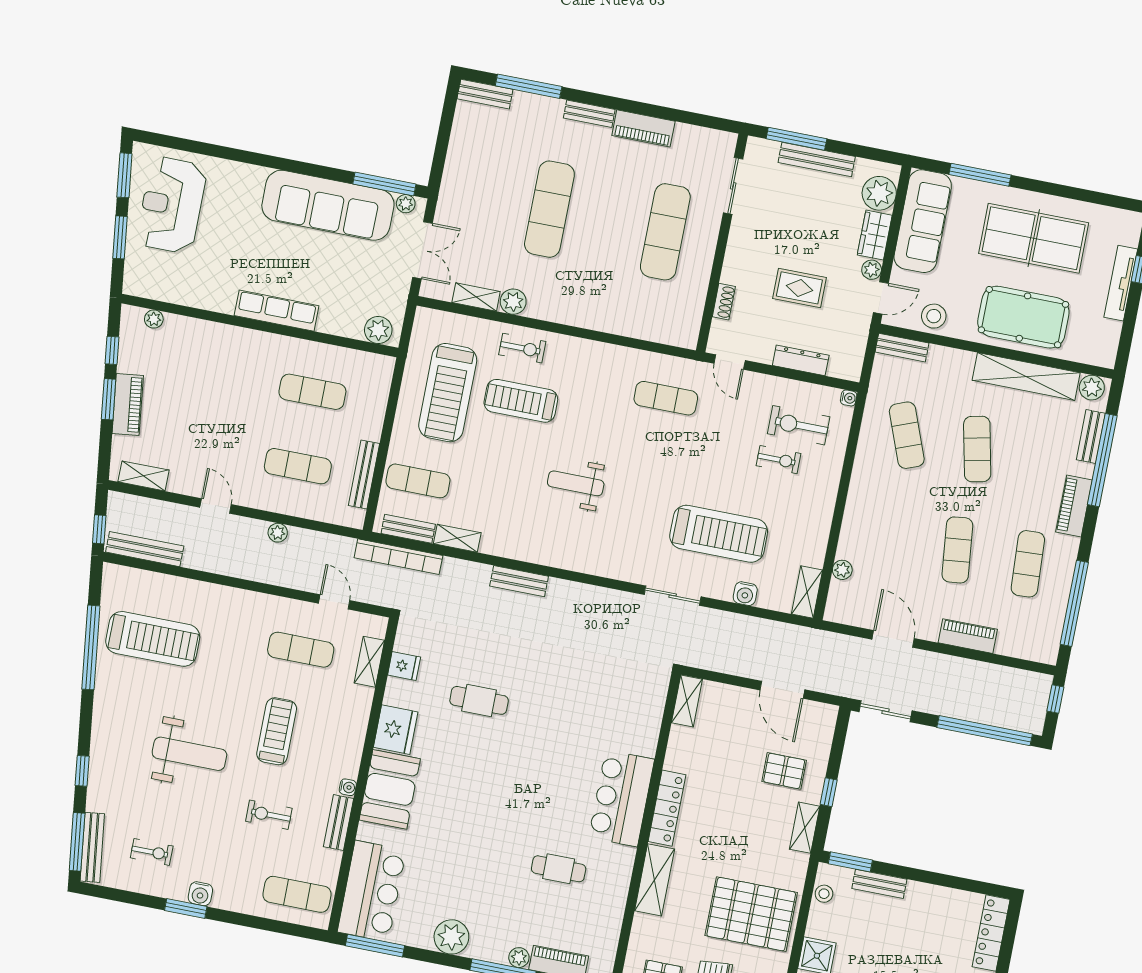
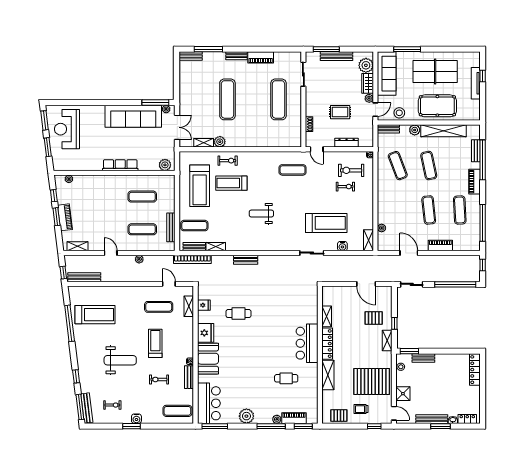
plant: (1092, 388) -> (415, 130), moved
shelving: (687, 701) -> (327, 316), moved

